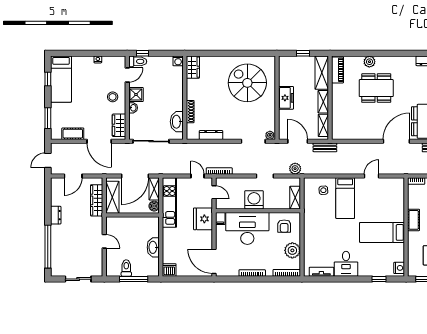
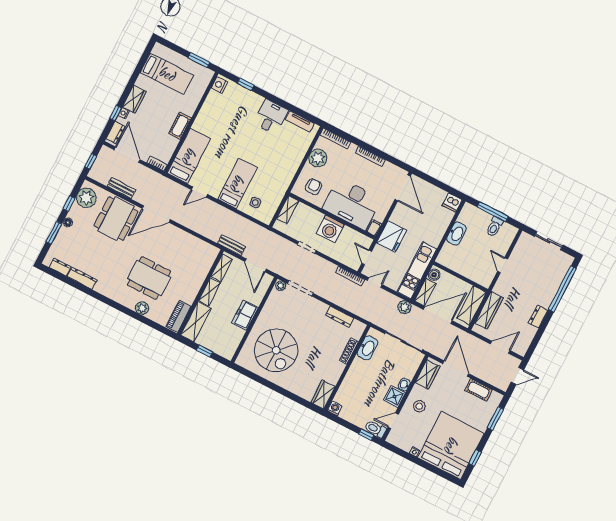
bed: (61, 79) -> (451, 445), width x2.04
plant: (295, 169) -> (404, 307), moved
door: (198, 176) -> (375, 282), swing flipped
bed: (382, 232) -> (189, 156), moved, turned -90

